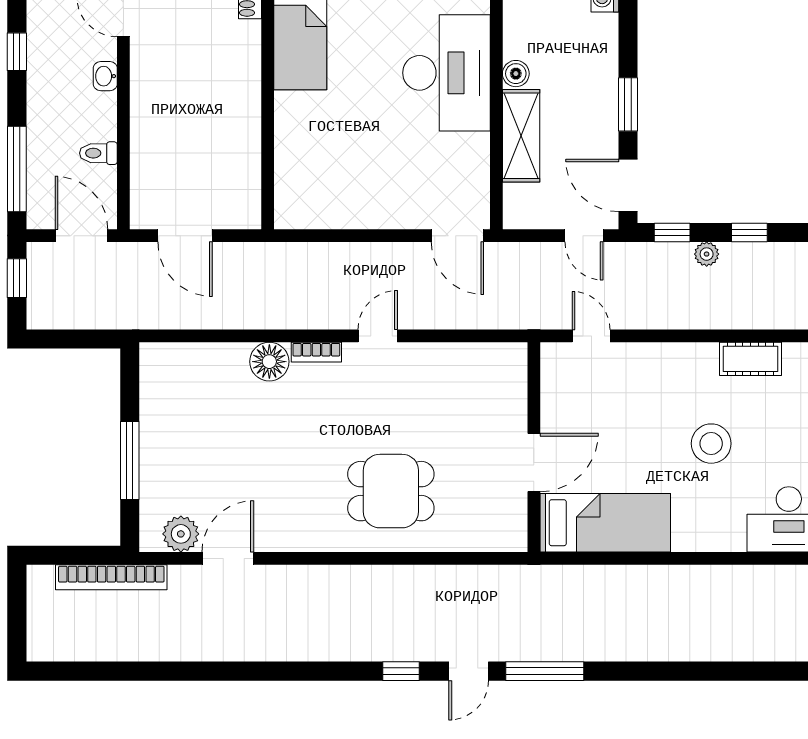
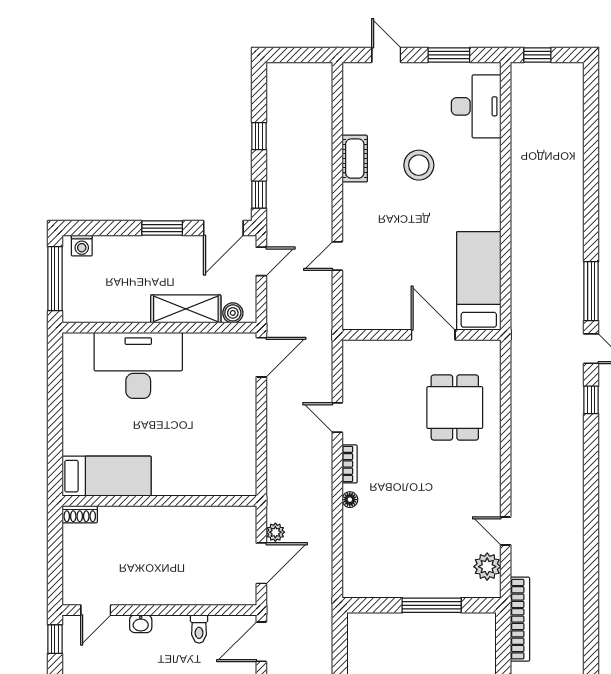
boiler: (516, 74) -> (233, 313), moved
plant: (707, 254) -> (275, 532), moved
cot: (751, 359) -> (355, 159), moved
floor lamp: (269, 362) -> (350, 500), width x0.53, depth x0.53
wall: (534, 447) -> (421, 335), moved
door: (534, 462) -> (433, 335), moved
bed: (605, 523) -> (479, 281), moved
door: (228, 558) -> (506, 531), width x0.73

